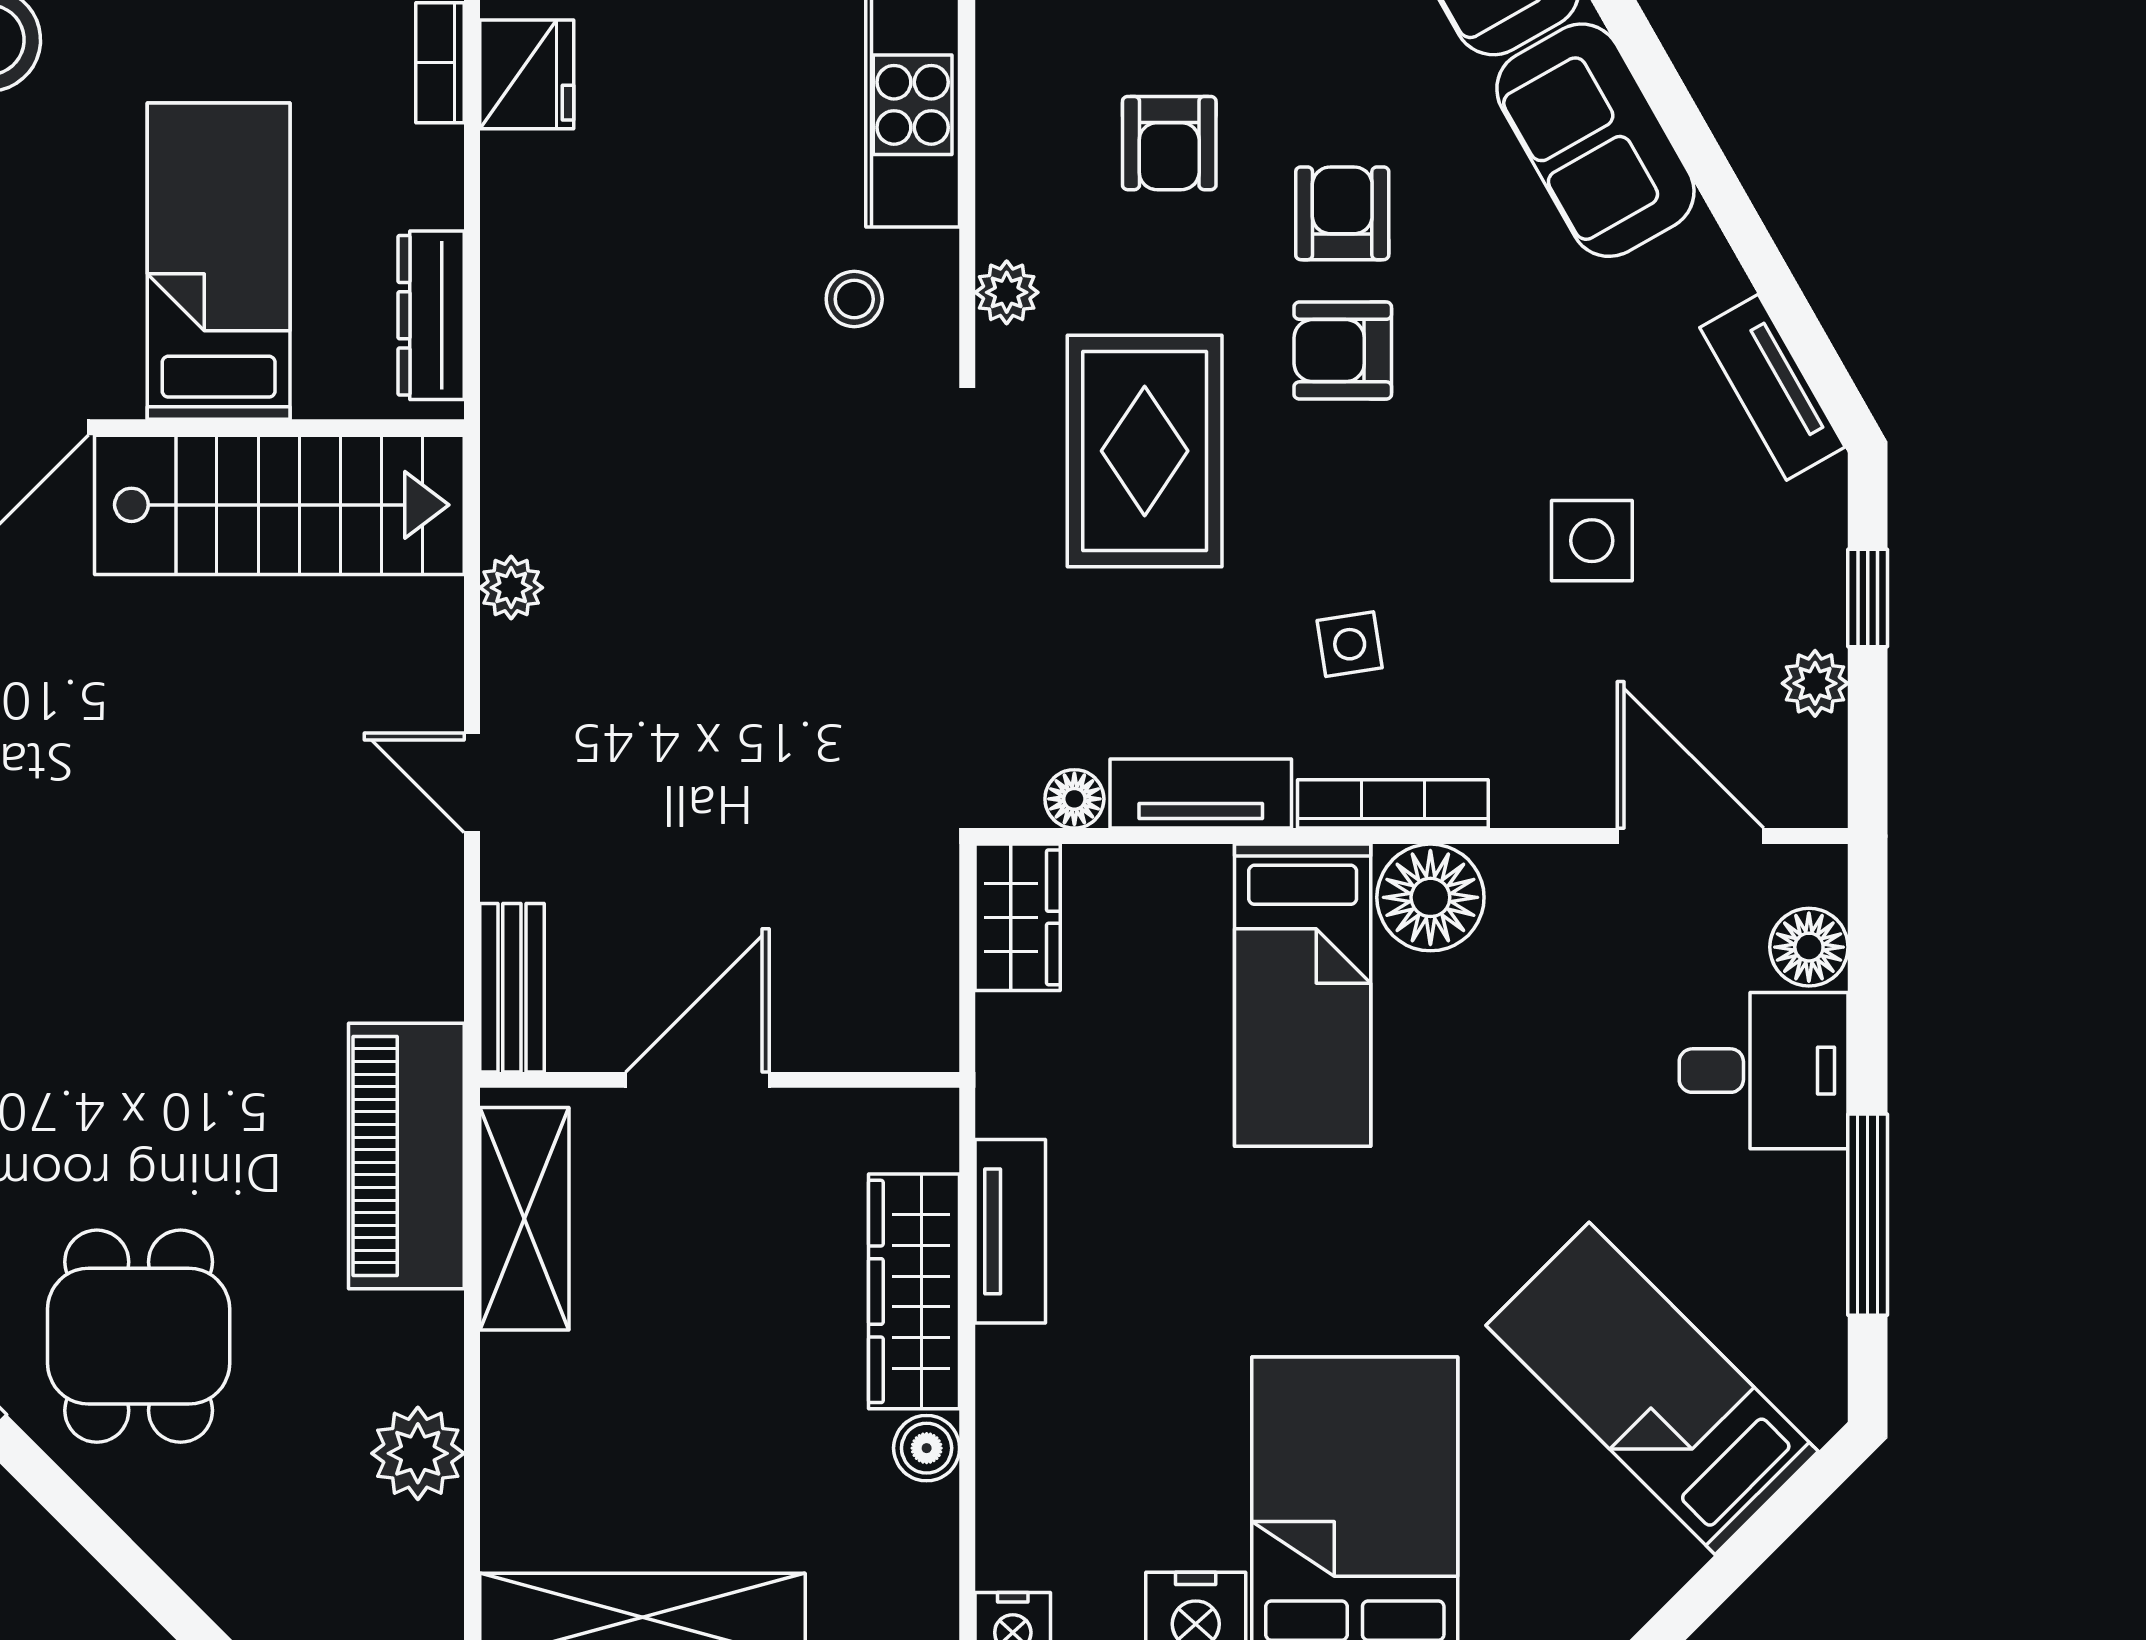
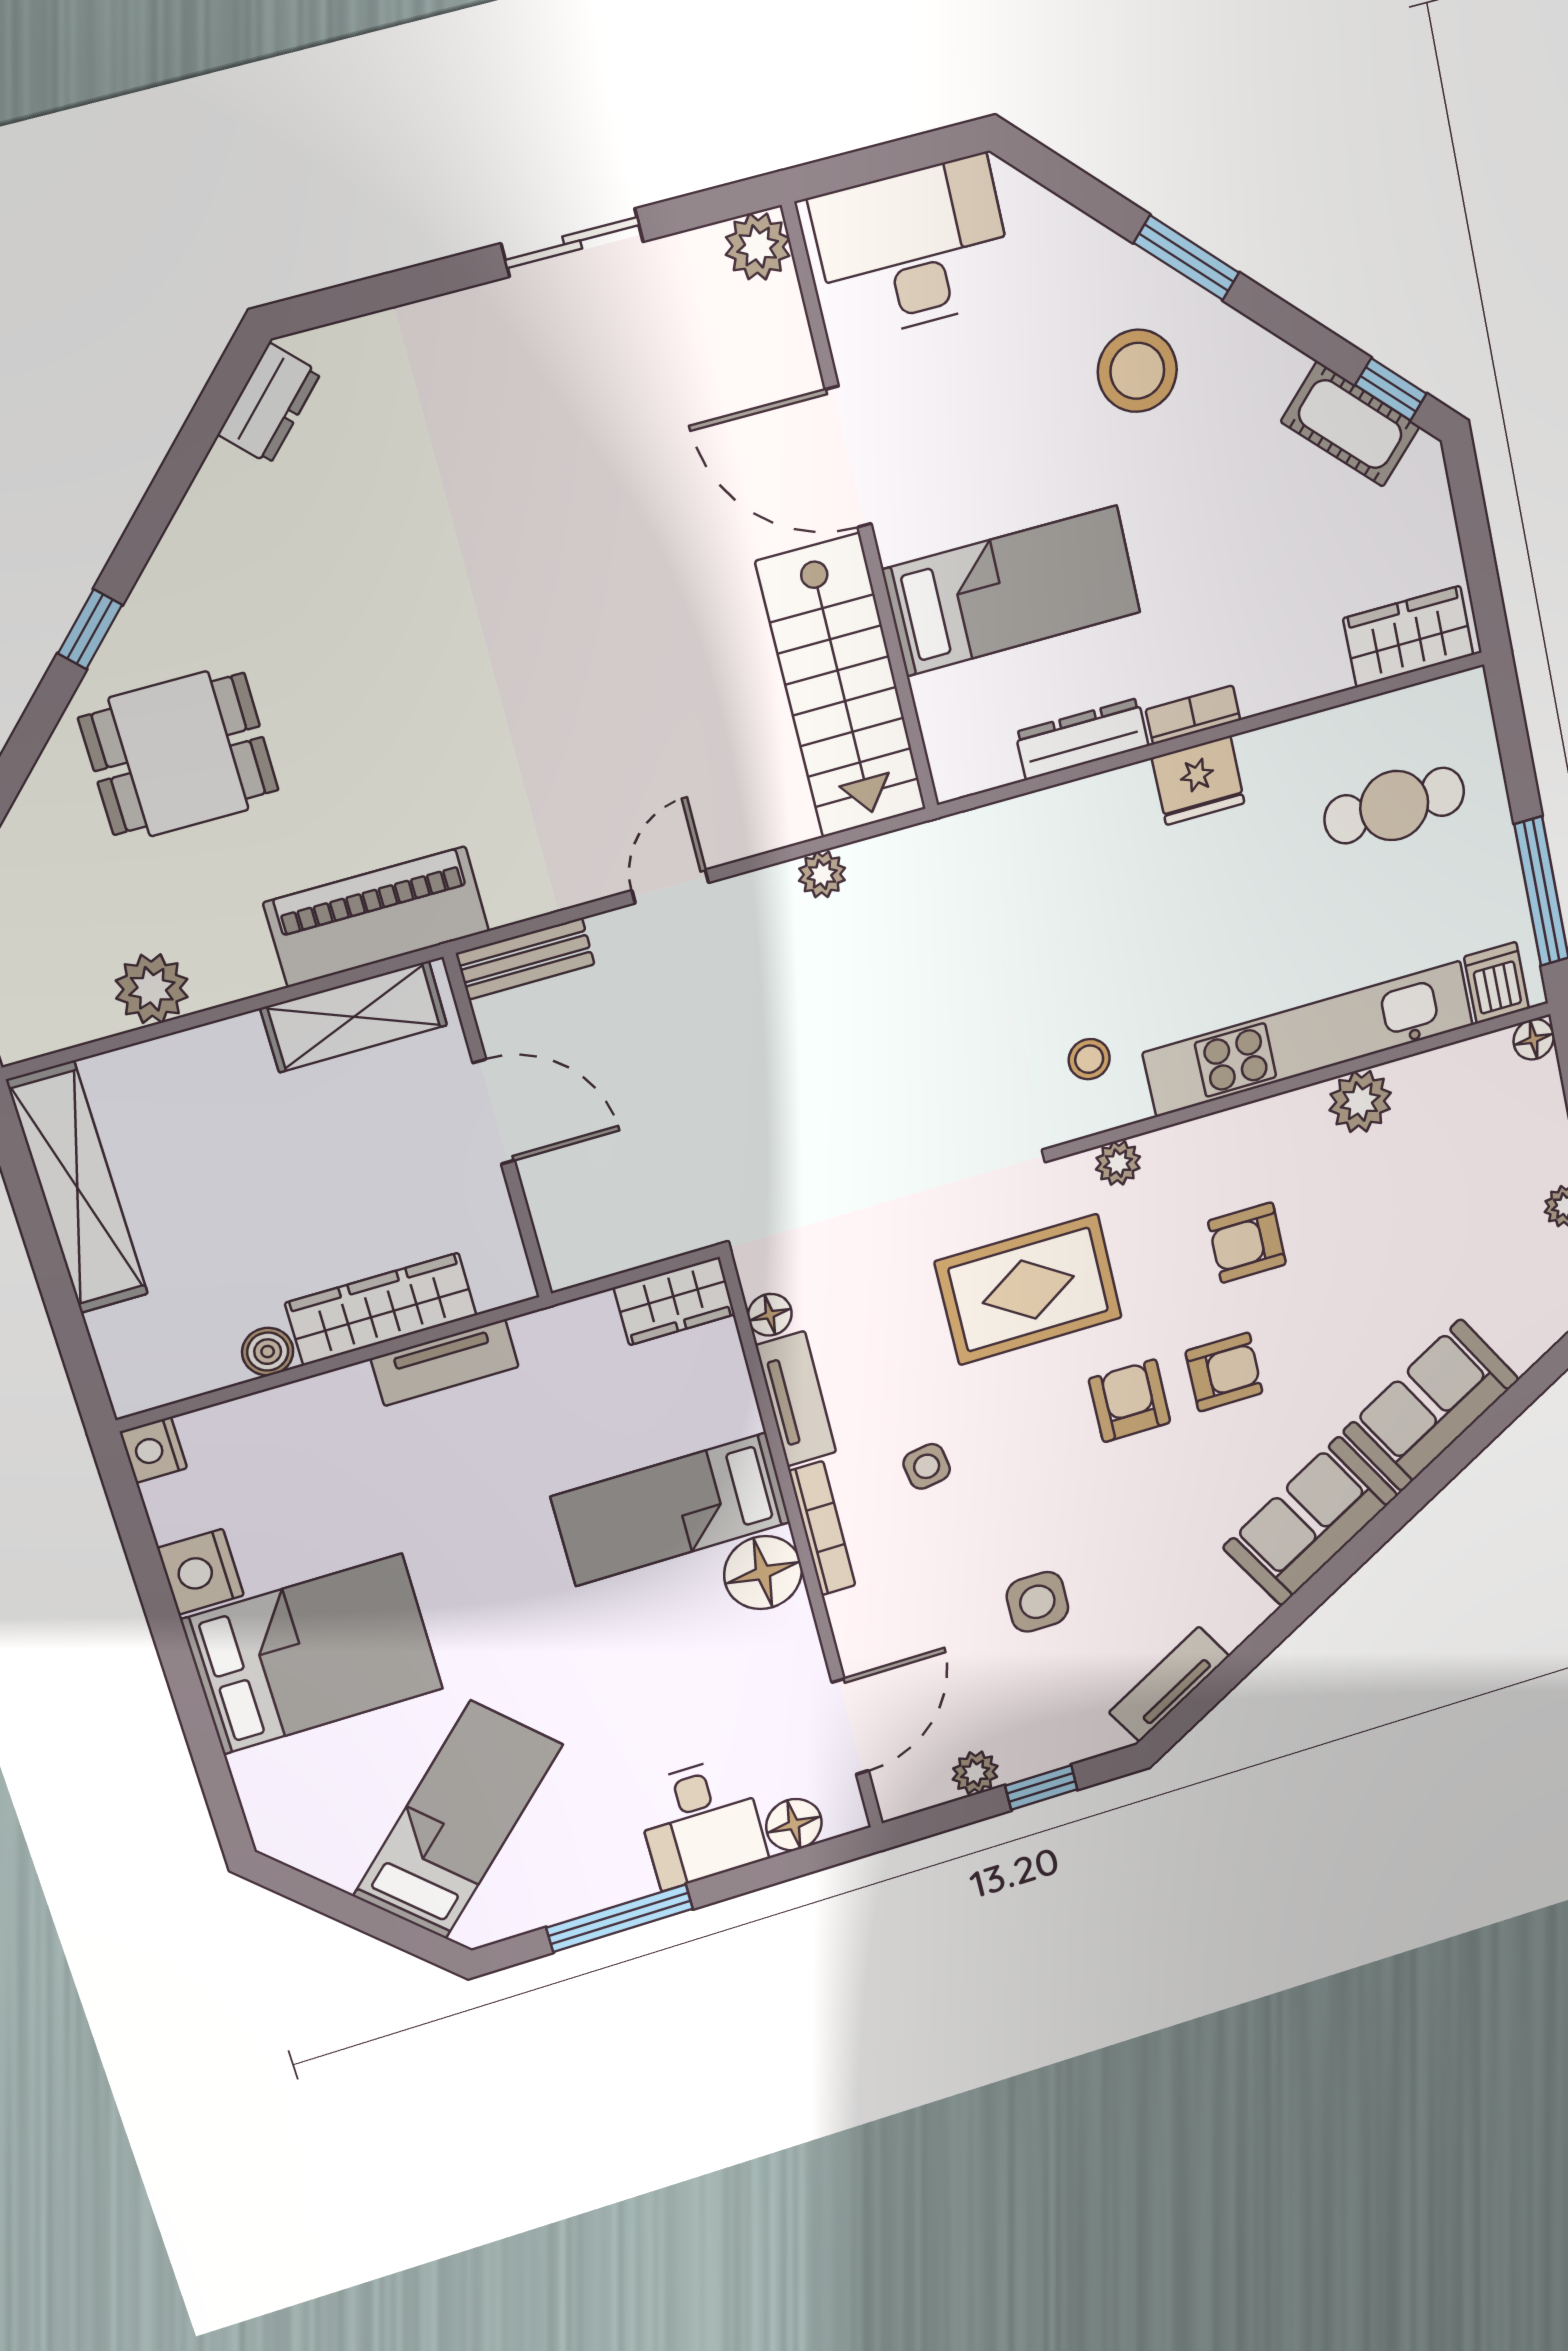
dresser: (431, 315) -> (1082, 739), moved

